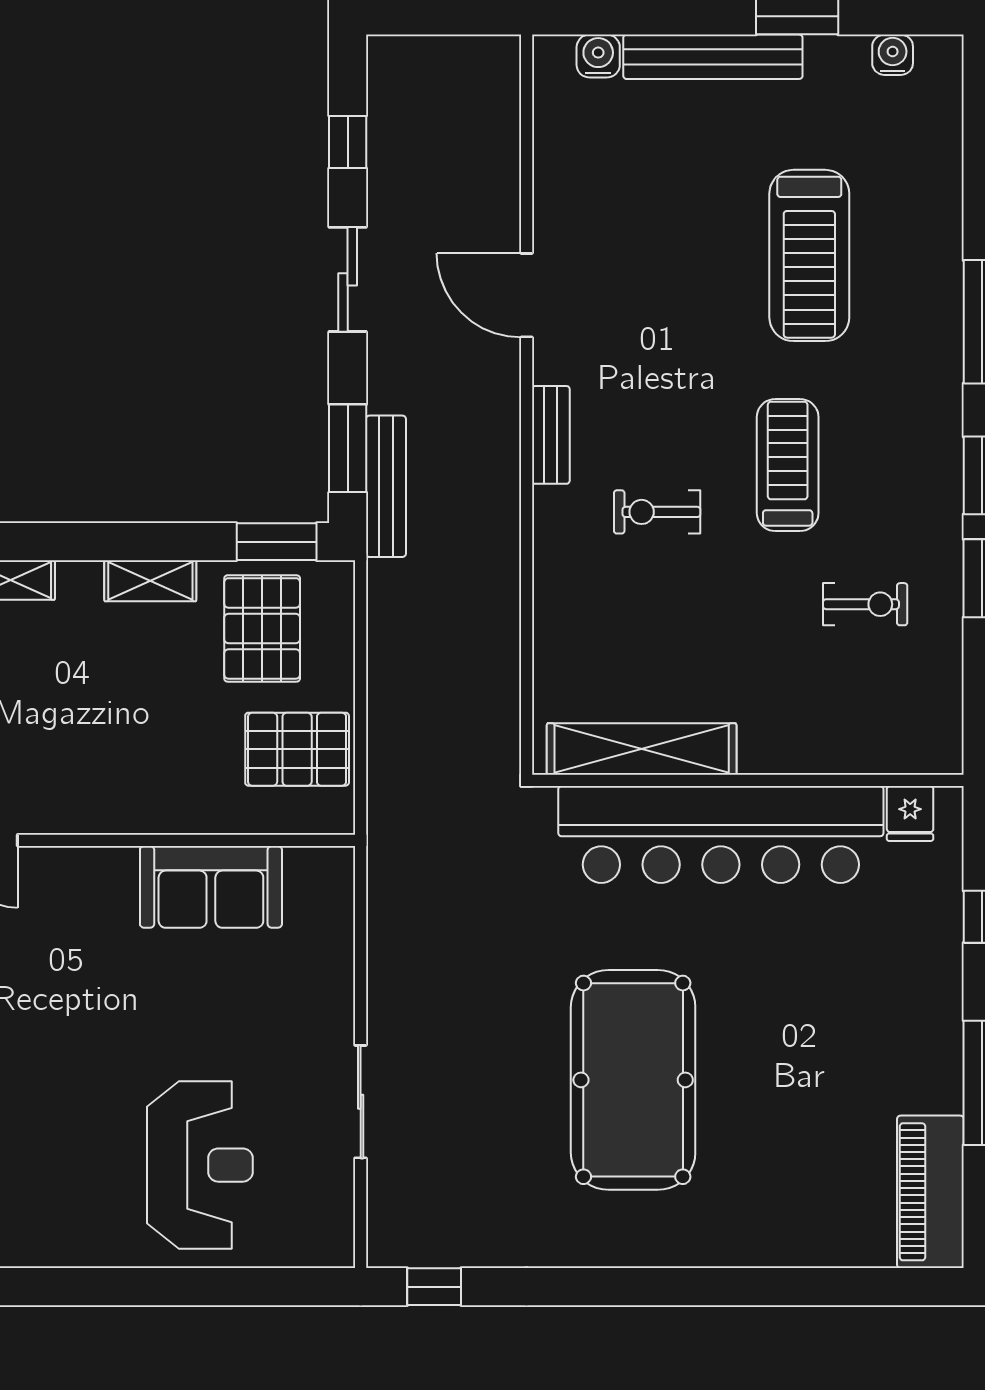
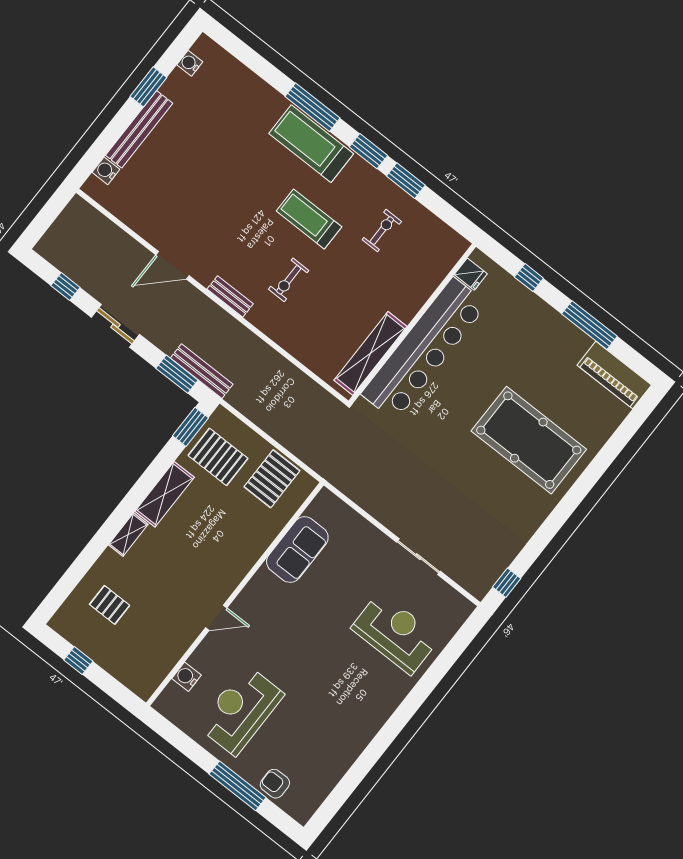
treadmill: (809, 255) -> (311, 144), moved, turned 180
shelving: (150, 581) -> (165, 494), width x1.50, depth x1.33
pool table: (633, 1080) -> (529, 440), moved

